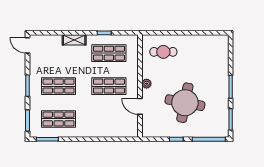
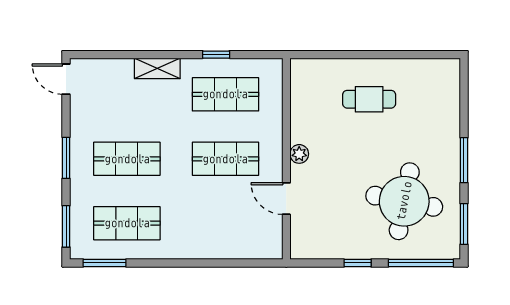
cafe table: (163, 52) -> (369, 99), moved
round table: (185, 103) -> (404, 201), moved

